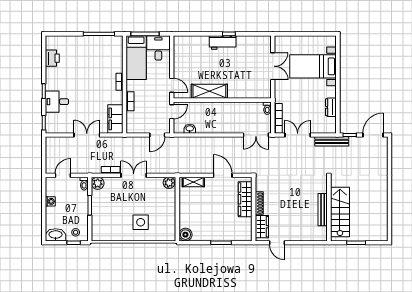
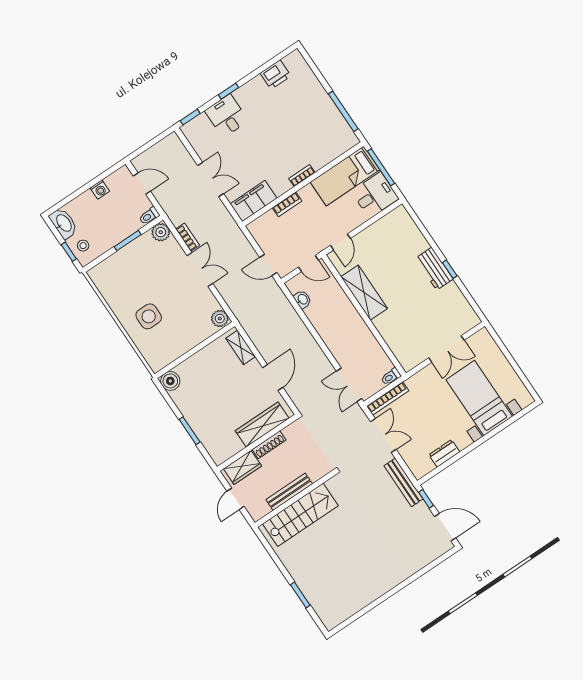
wall: (329, 209) -> (295, 499), moved
bench: (323, 210) -> (289, 492), moved
stairs: (340, 212) -> (300, 515), moved

